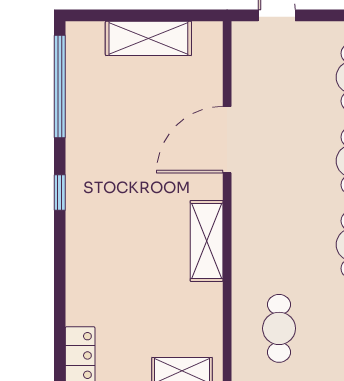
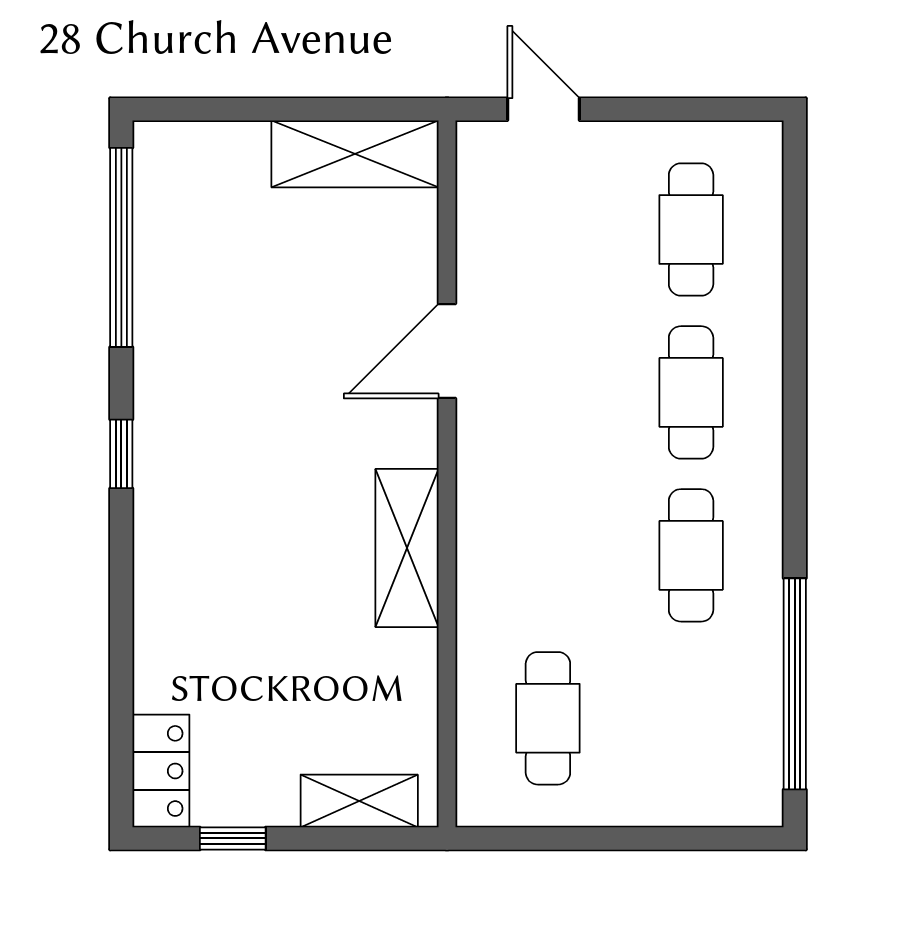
shelving: (148, 38) -> (355, 154), moved
door: (227, 140) -> (447, 351), width x0.73

